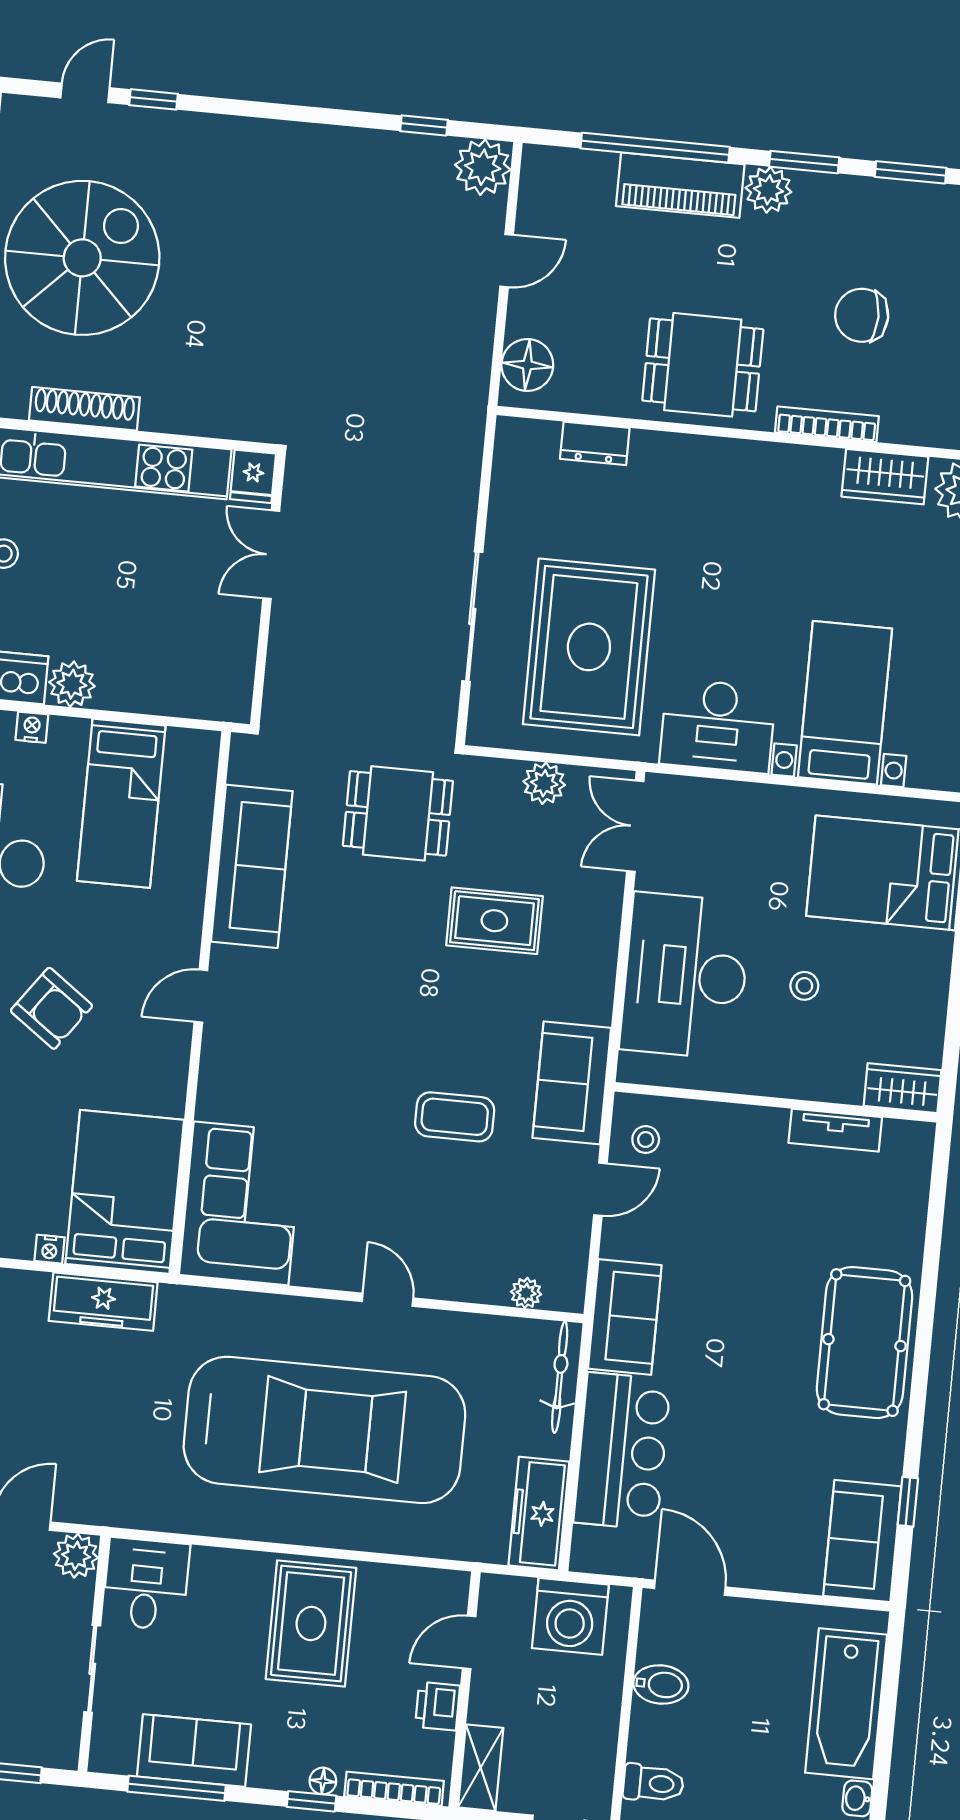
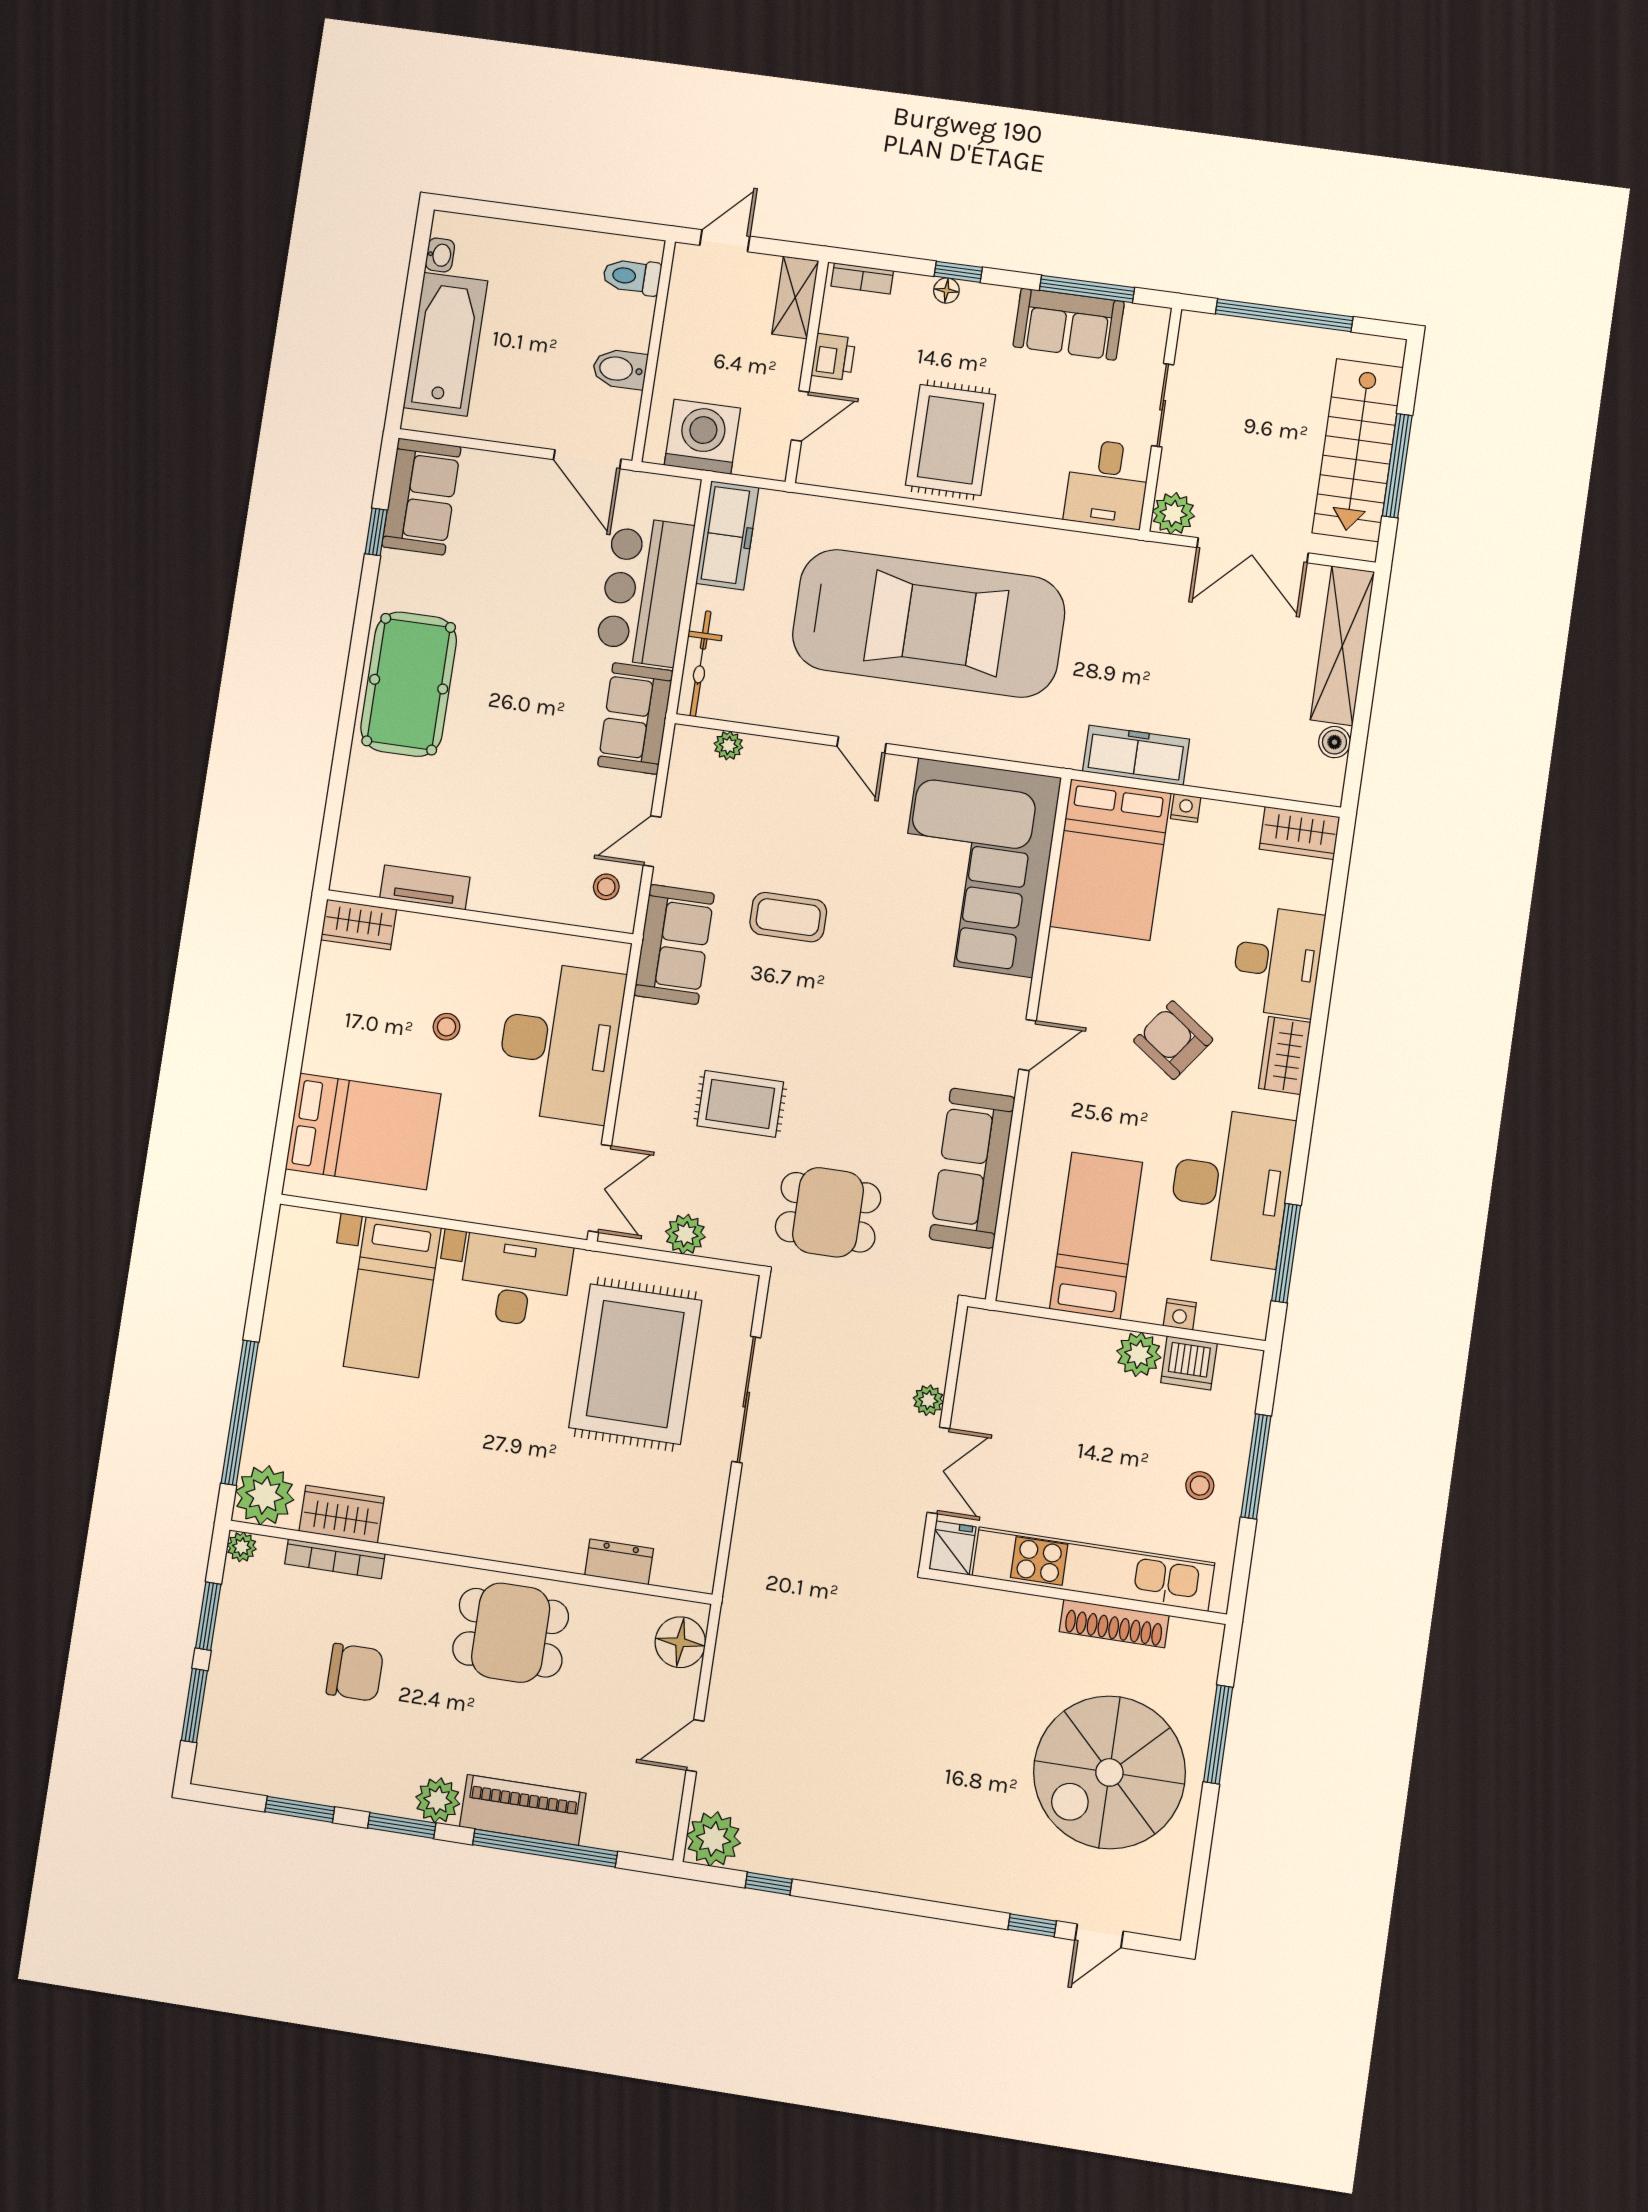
bookcase: (827, 424) -> (335, 1559), moved
plant: (285, 626) -> (928, 1400), added
corner sofa: (241, 1203) -> (976, 867), width x1.36, depth x1.36
car: (324, 1430) -> (928, 623), turned 180
bookcase: (394, 1789) -> (862, 278), width x0.64

